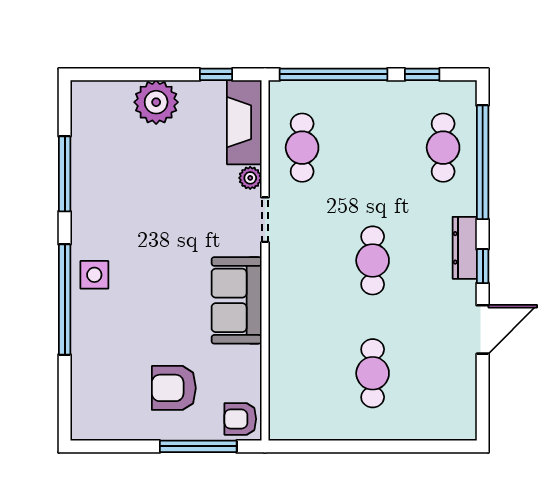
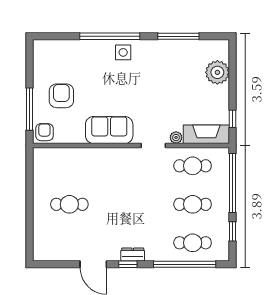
plant: (156, 102) -> (217, 72), moved
dresser: (465, 248) -> (133, 255), width x0.70
cafe table: (373, 260) -> (193, 204), moved

